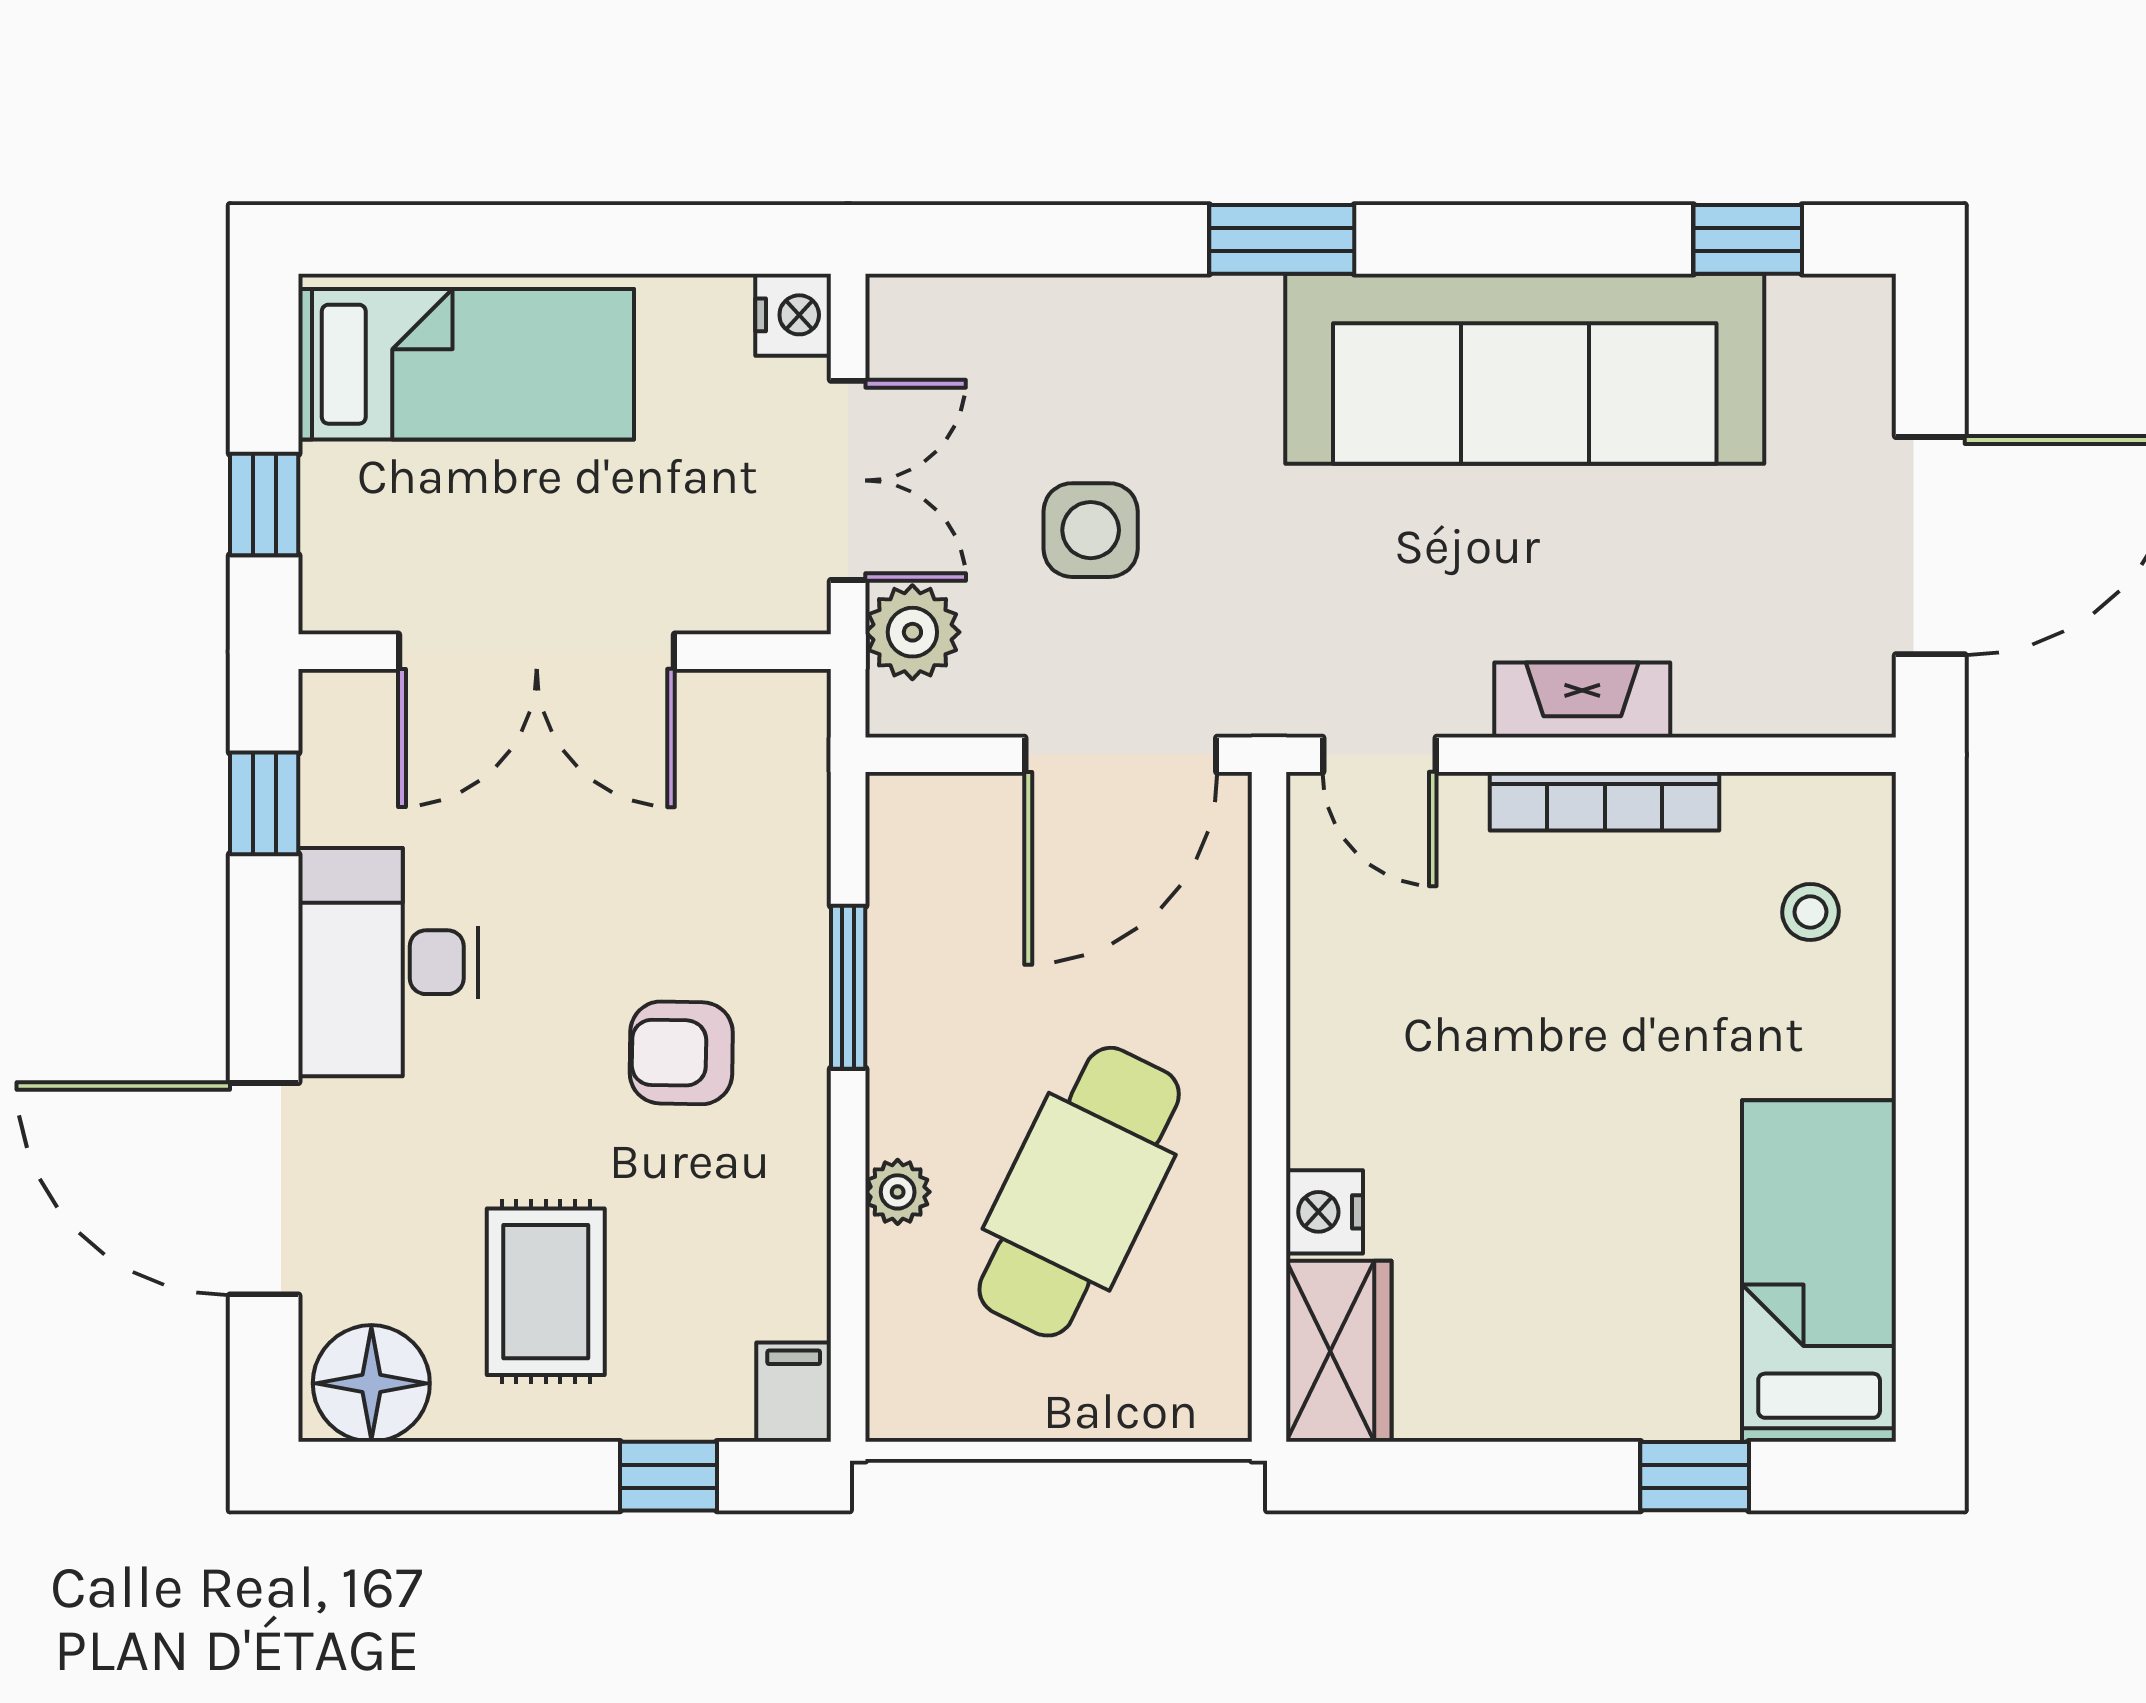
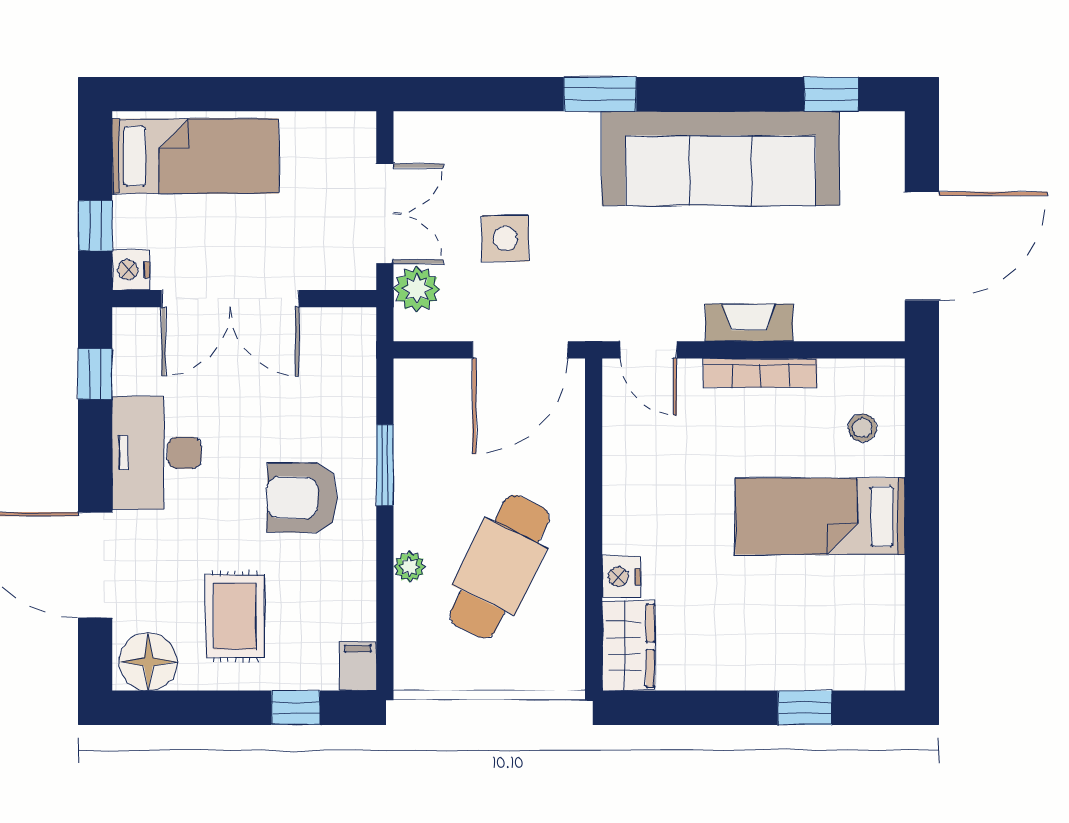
nightstand: (793, 315) -> (131, 270), moved, turned 180
armchair: (681, 1053) -> (302, 498), width x1.38, depth x1.38
bed: (1819, 1271) -> (820, 516), moved, turned -90

